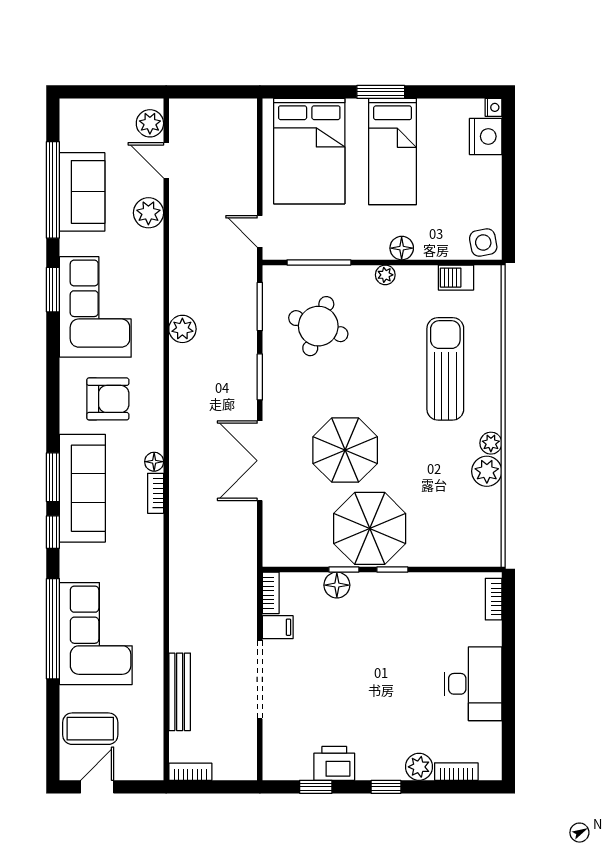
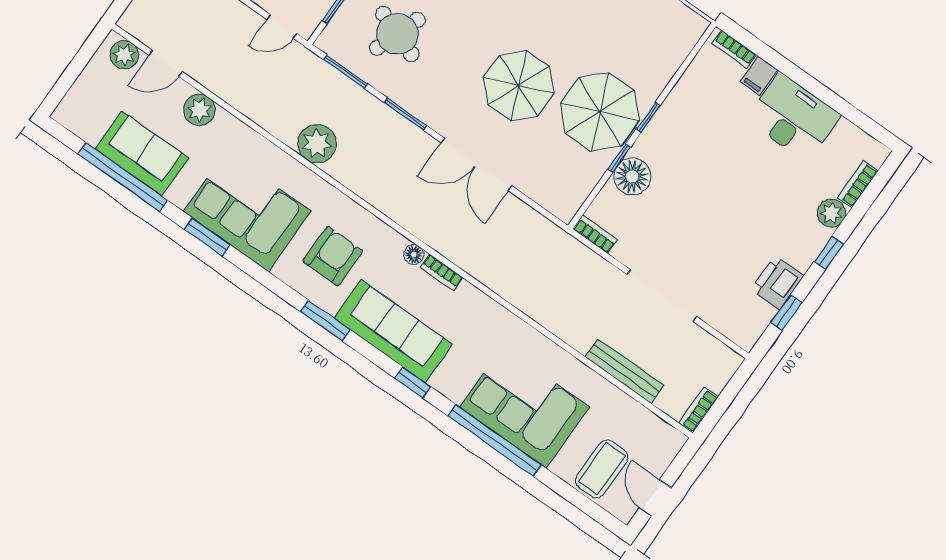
plant: (182, 329) -> (317, 144), width x1.36, depth x1.36
window: (53, 477) -> (325, 321), moved
floor lamp: (337, 585) -> (632, 176), width x1.38, depth x1.38
filing cabinet: (278, 627) -> (759, 76), moved, turned 180

